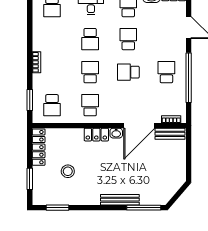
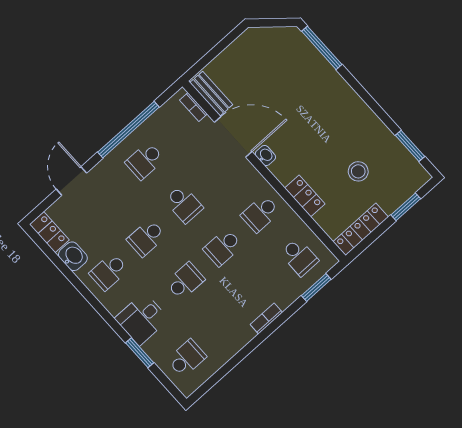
school desk: (52, 105) -> (299, 257), turned 90
locker: (96, 135) -> (305, 196), moved
bench: (120, 200) -> (337, 83), removed

